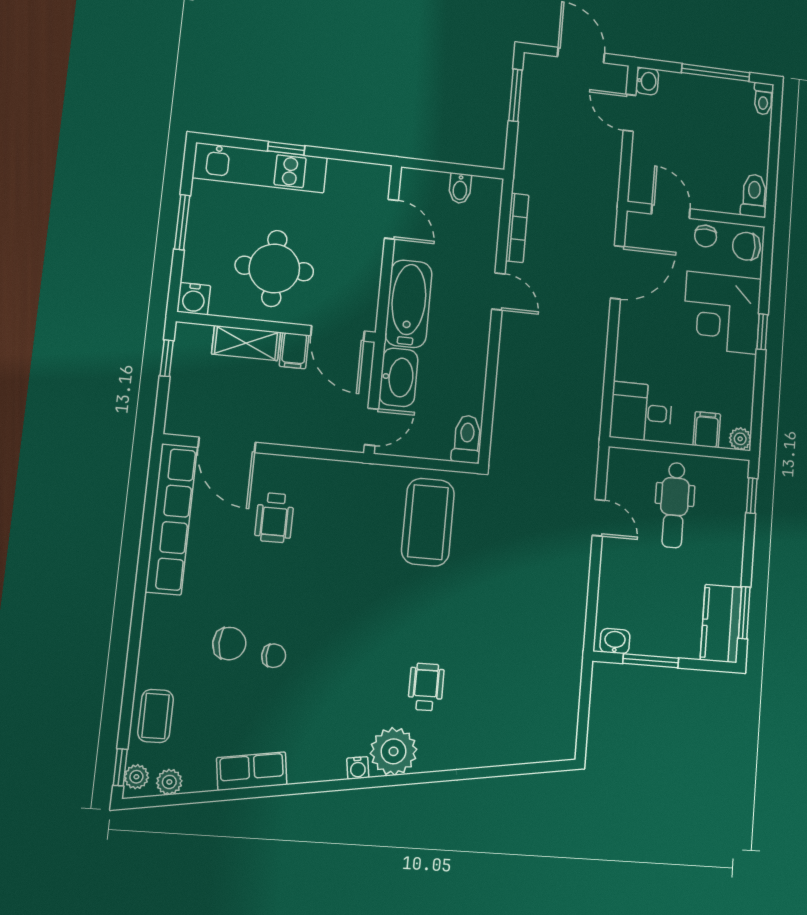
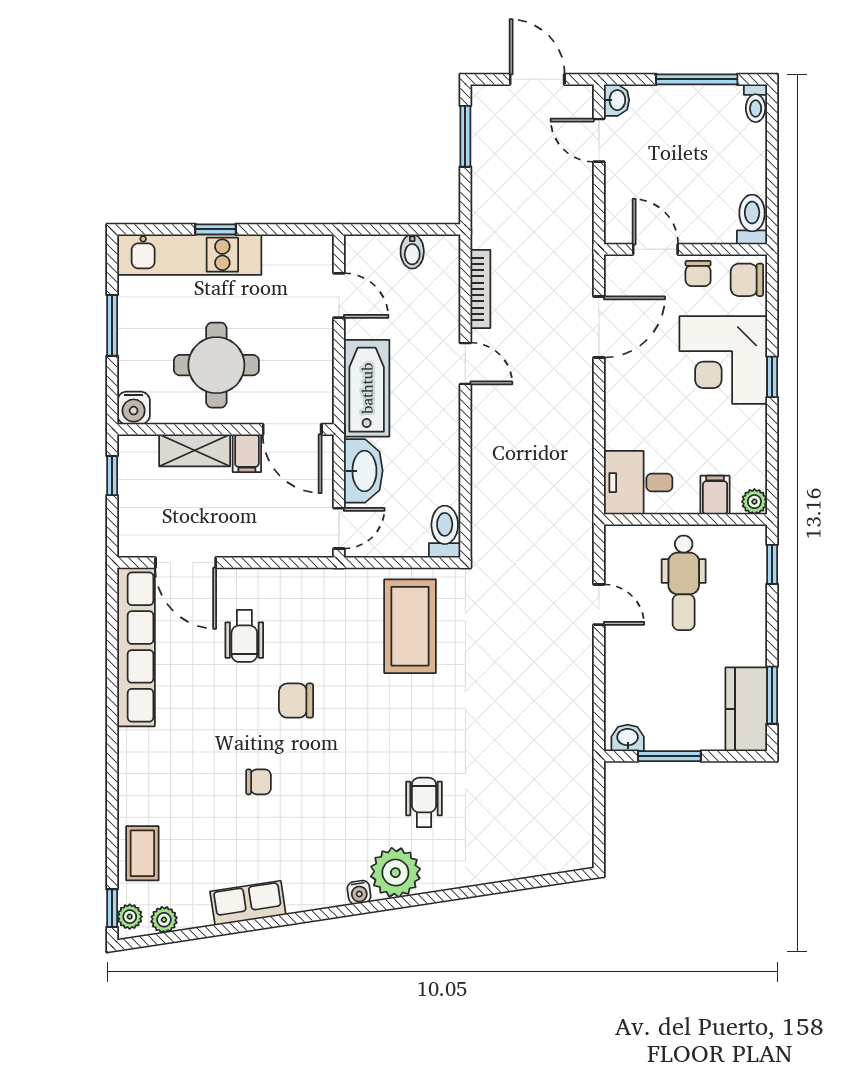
chair: (229, 644) -> (296, 701), moved, turned 180

